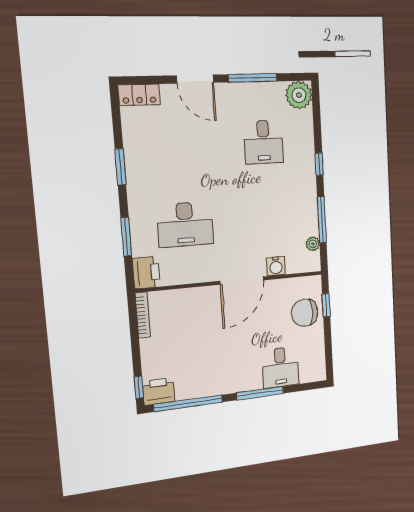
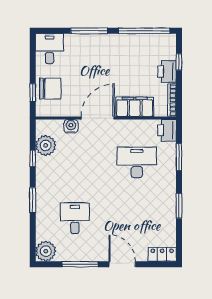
window: (319, 164) -> (33, 200), width x1.50
window: (322, 220) -> (33, 158), width x0.46
plant: (313, 244) -> (46, 145), width x1.87, depth x1.87
filing cabinet: (194, 300) -> (135, 107), added
desk: (280, 367) -> (49, 49), moved
window: (139, 387) -> (179, 62), moved
printer: (159, 391) -> (167, 71), moved, turned 90

